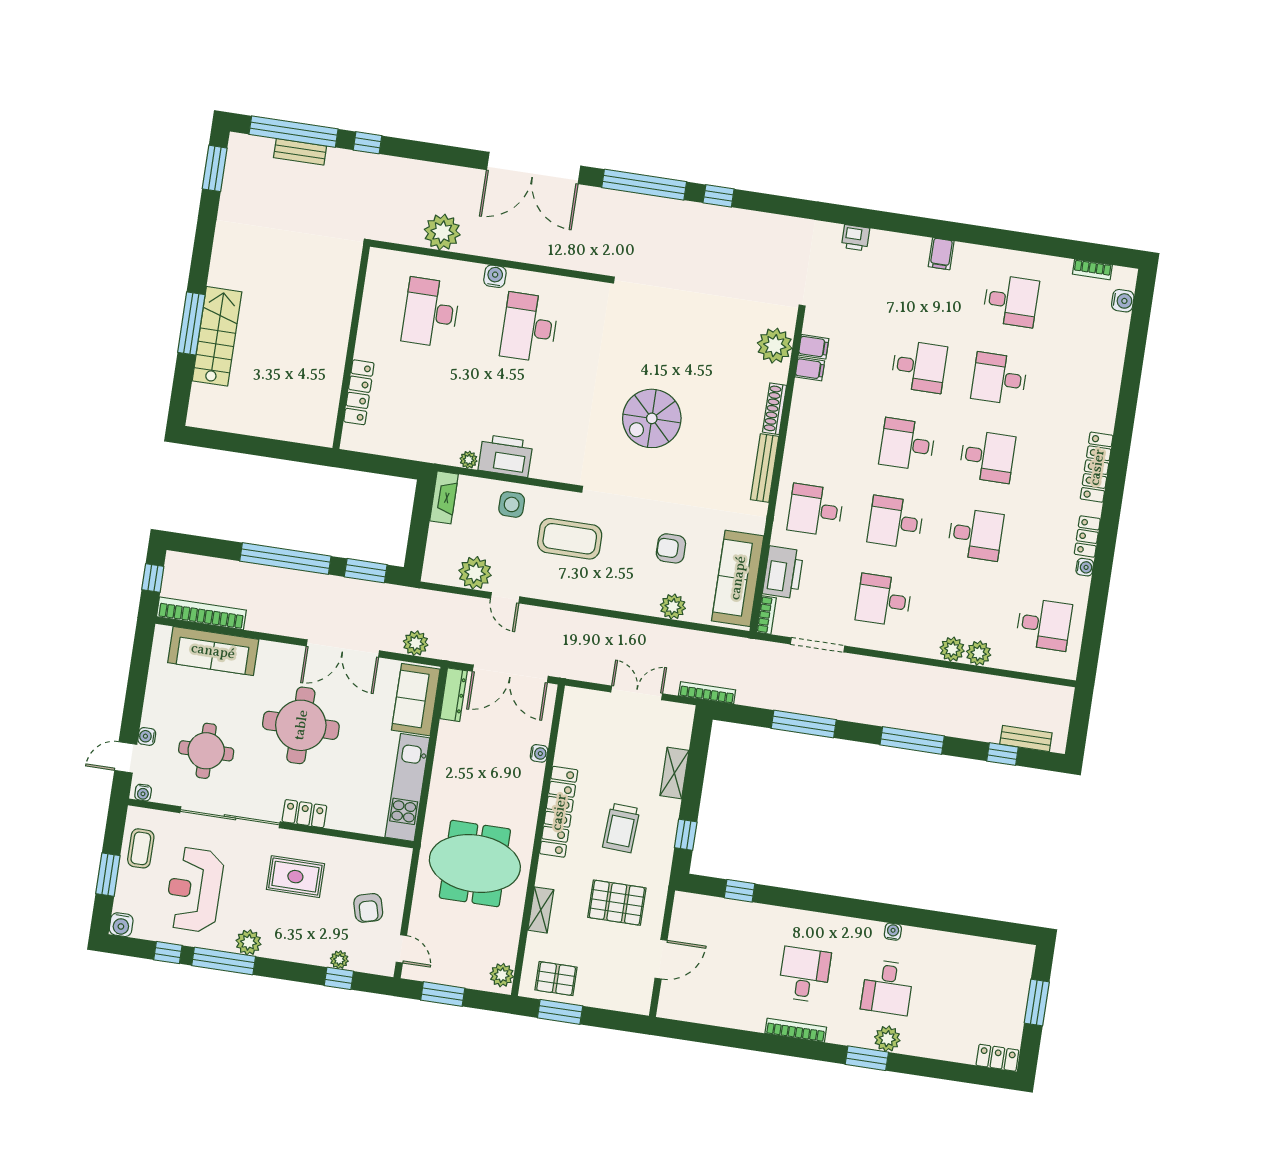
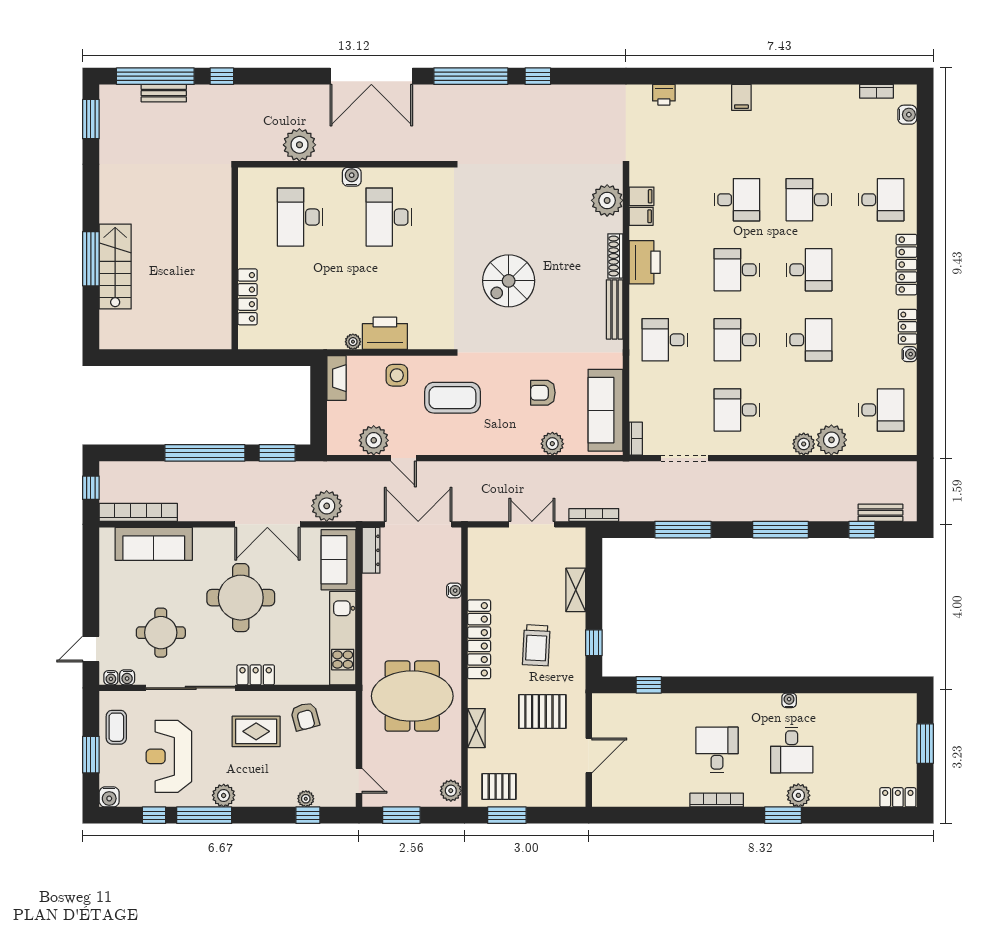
desk: (1011, 301) -> (881, 200), moved
printer: (783, 572) -> (645, 262), moved
plant: (416, 643) -> (327, 506), width x1.36, depth x1.36
plant: (979, 653) -> (831, 440), width x1.36, depth x1.36
double door: (510, 674) -> (418, 524), swing flipped
water cooler: (147, 736) -> (127, 677), moved, turned -90
armchair: (368, 908) -> (305, 716), moved

